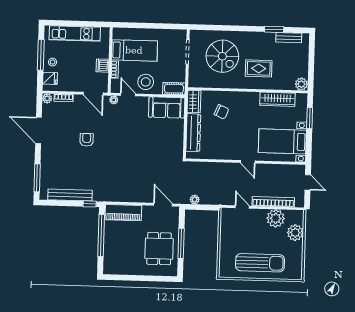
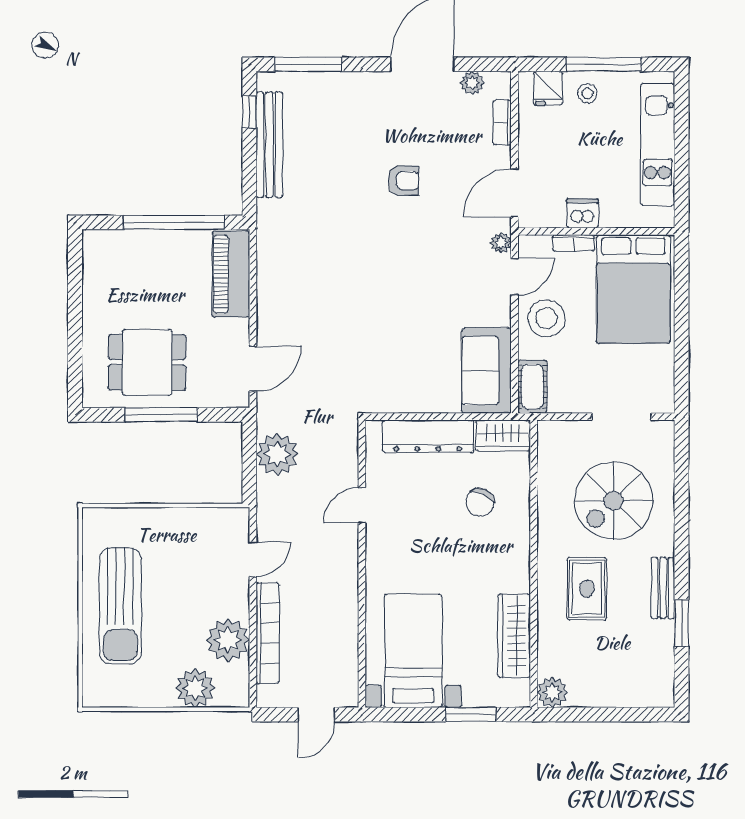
bench: (289, 38) -> (663, 588), moved
bed: (134, 50) -> (633, 289), width x1.50
plant: (47, 98) -> (472, 83), moved
door: (248, 162) -> (362, 505), moved
plant: (195, 200) -> (277, 454), width x1.88, depth x1.88
window: (90, 204) -> (249, 112), moved

